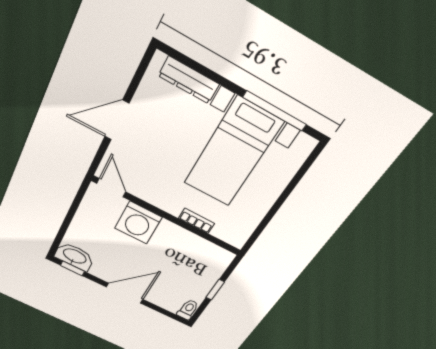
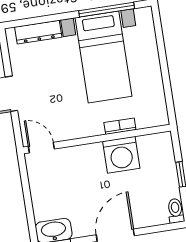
washing machine: (138, 223) -> (121, 155), moved

